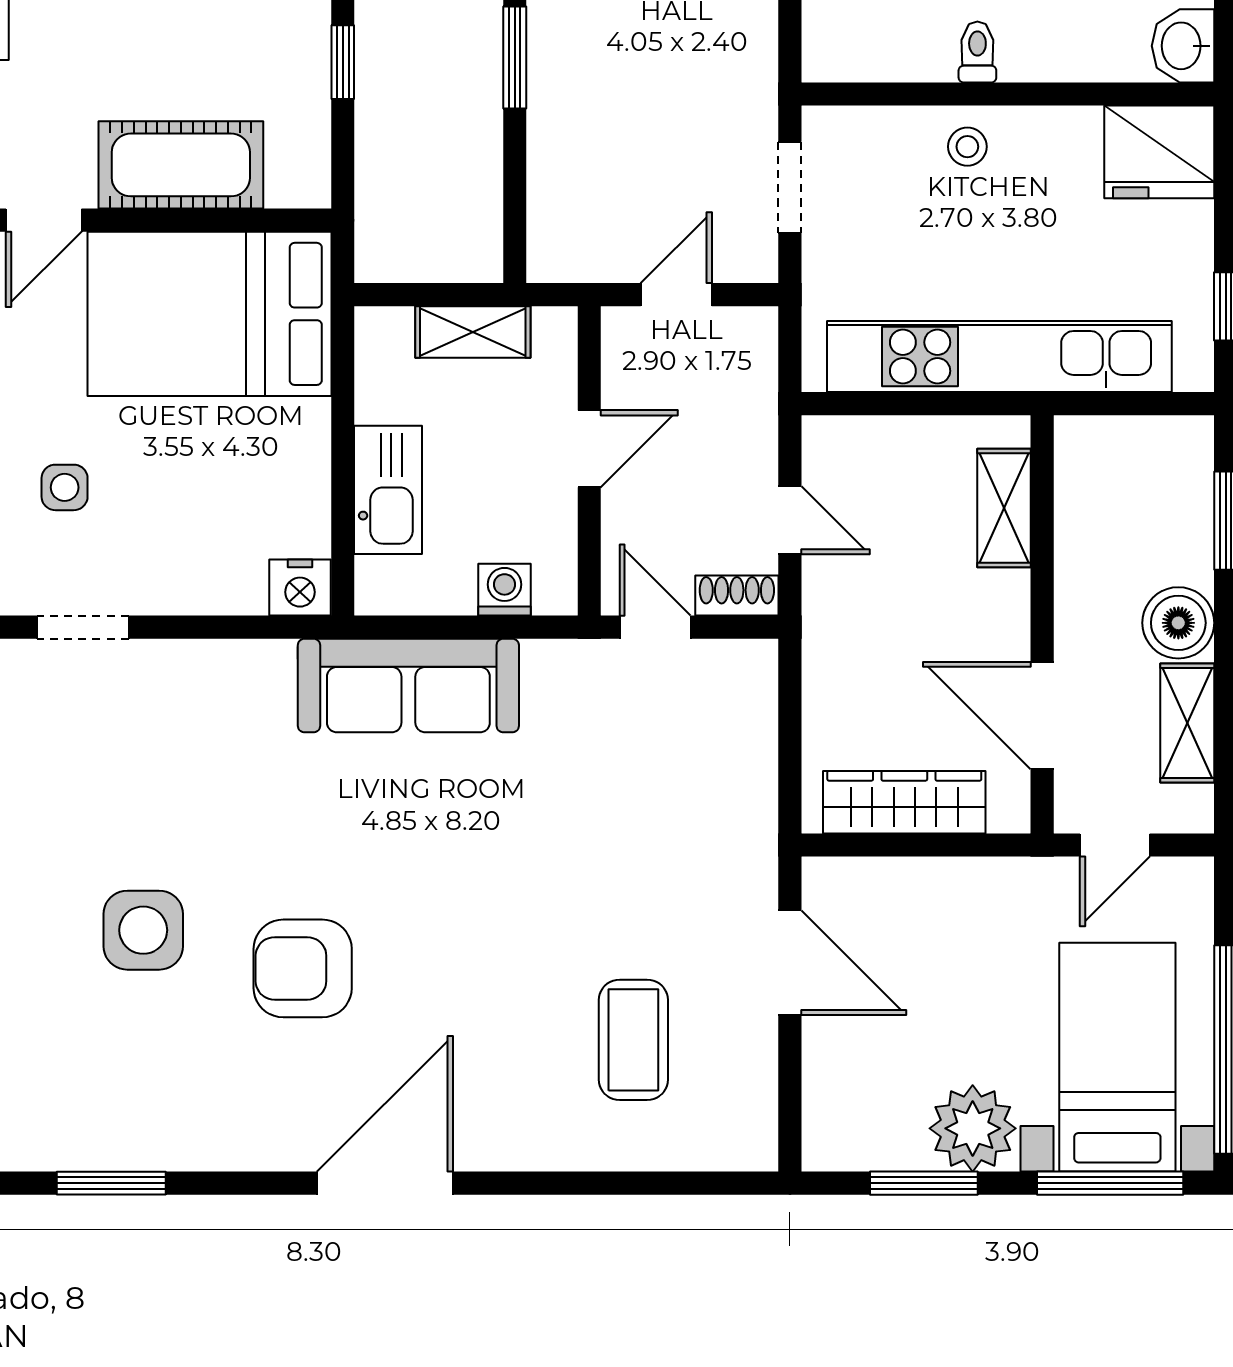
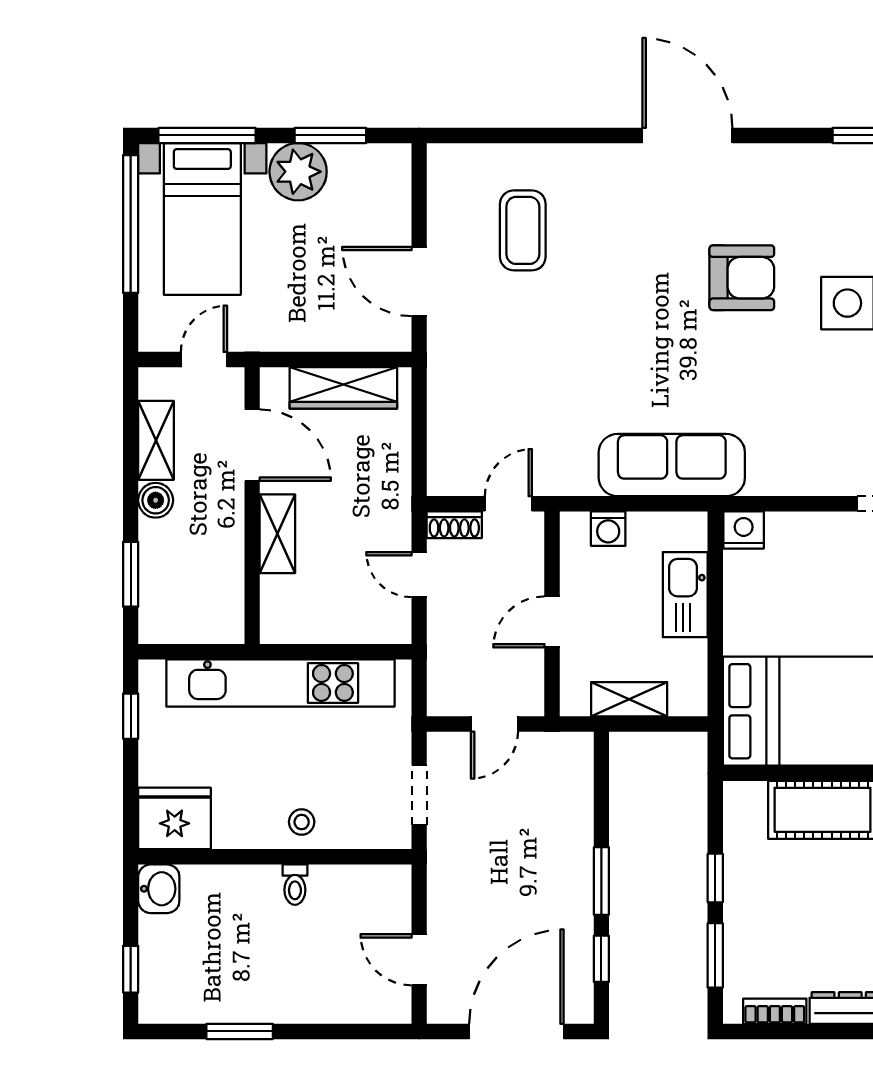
shelving: (1004, 508) -> (277, 534), moved
boiler: (1178, 623) -> (156, 500), width x0.73, depth x0.73
door: (655, 627) -> (508, 504), swing flipped
door: (385, 1183) -> (687, 135), swing flipped

